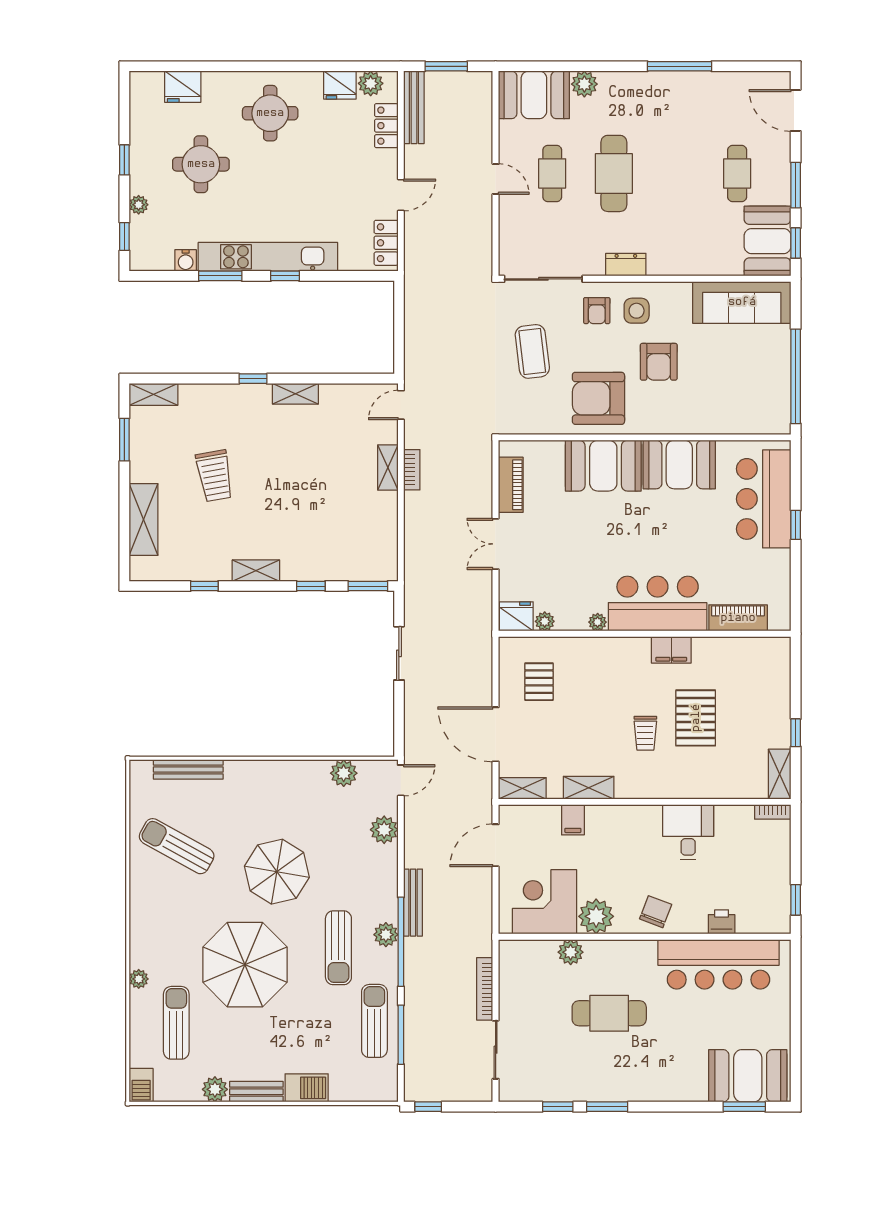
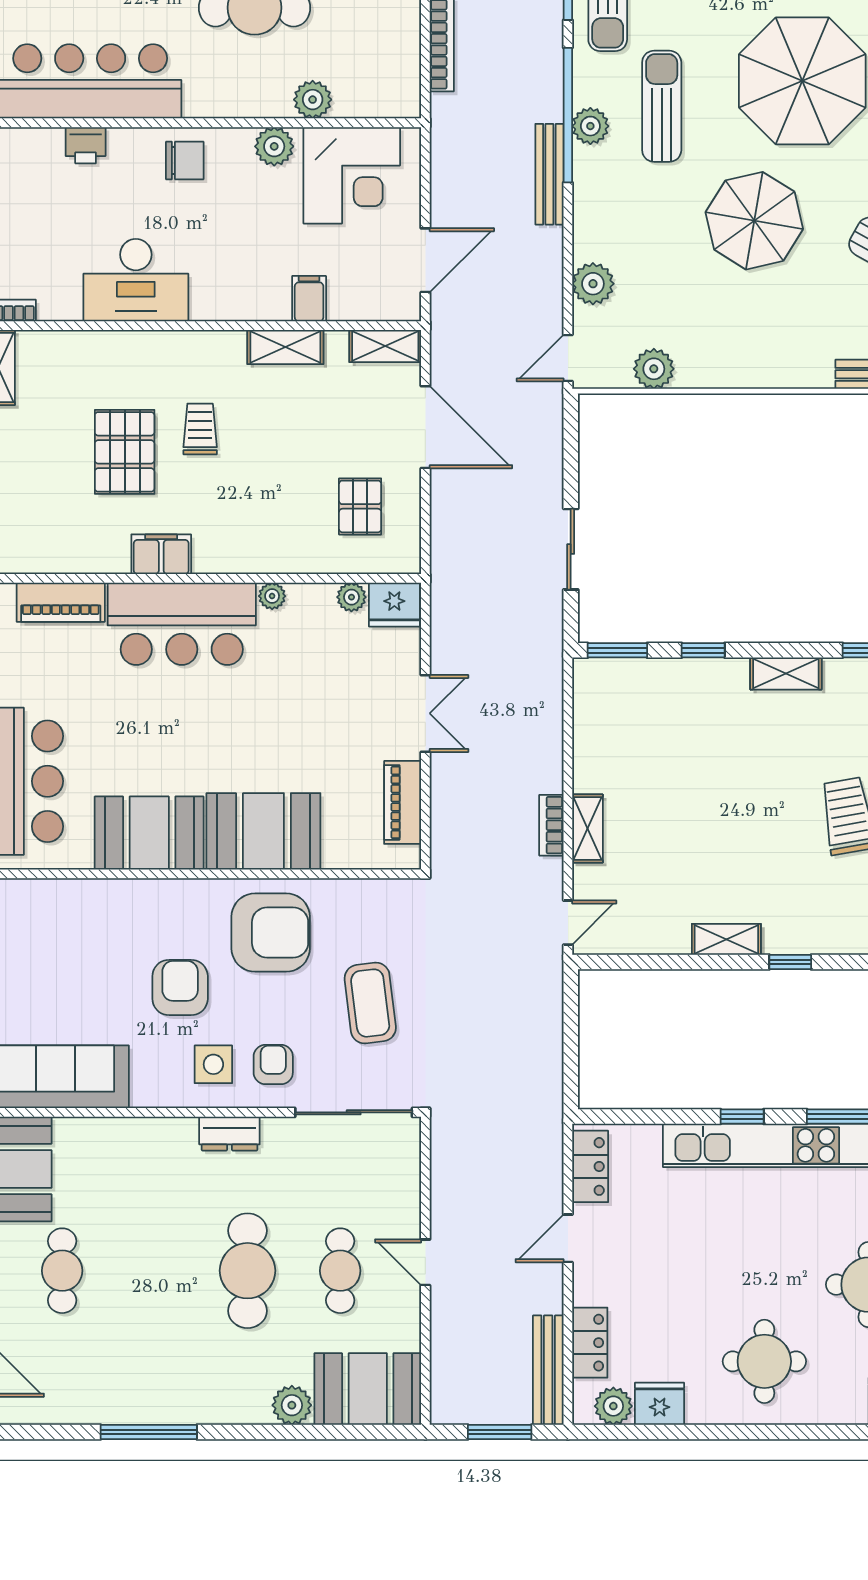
desk: (688, 832) -> (136, 280), width x1.37
chair: (656, 912) -> (185, 160), turned -111
plant: (596, 916) -> (274, 146), width x0.73, depth x0.73

